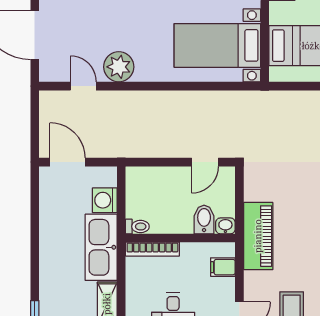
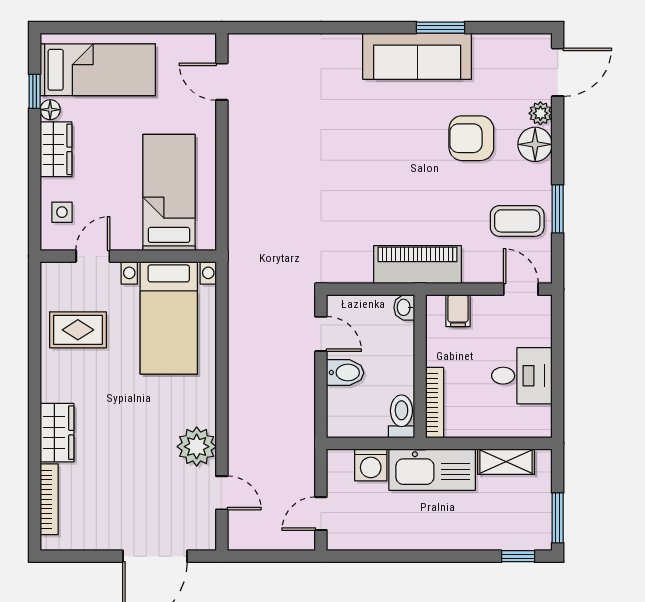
door: (83, 86) -> (222, 493), swing flipped
door: (67, 162) -> (321, 514), width x0.73
bidet: (204, 219) -> (345, 373), moved, turned 180
toilet: (137, 226) -> (401, 416), width x1.37, depth x1.39

